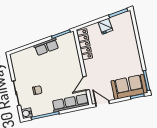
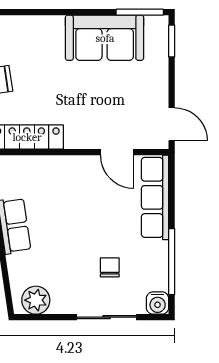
plant: (17, 62) -> (36, 300), added
sofa: (129, 87) -> (105, 38), moved, turned -90
door: (102, 104) -> (172, 124), swing flipped

